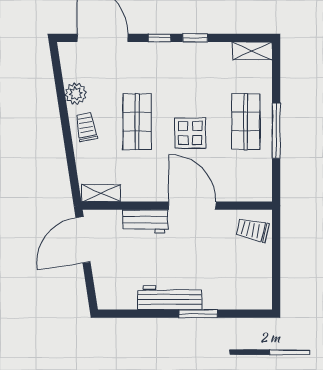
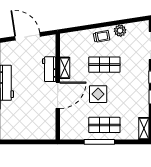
shelving: (101, 193) -> (65, 68), moved
trolley: (253, 230) -> (44, 129), removed
door: (83, 240) -> (28, 36), moved

